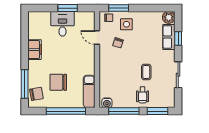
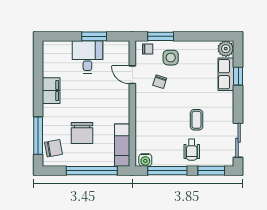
sliding door: (178, 75) -> (238, 140), moved
chair: (58, 82) -> (82, 133), turned -90

